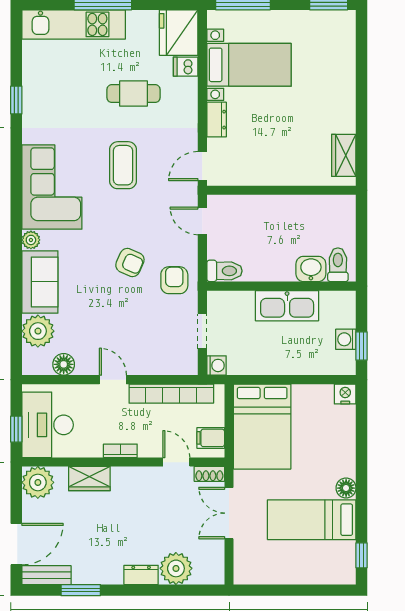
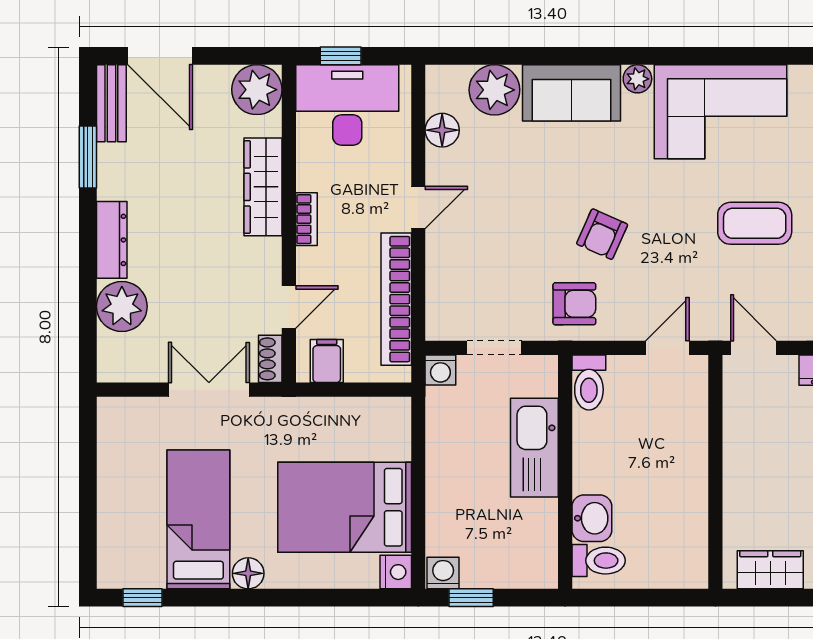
kitchen sink: (287, 306) -> (534, 448), moved
washing machine: (346, 339) -> (443, 573), moved
bed: (262, 427) -> (345, 507), moved
wardrobe: (89, 479) -> (263, 187), width x1.50
dresser: (141, 575) -> (112, 240), width x1.44

